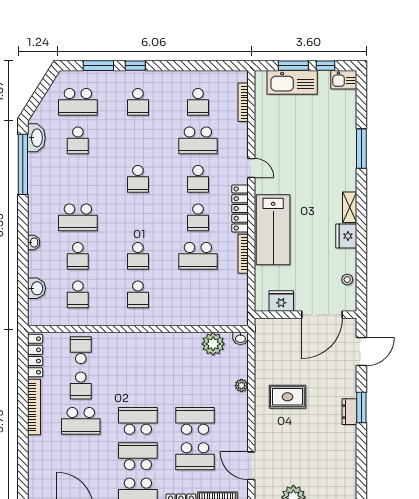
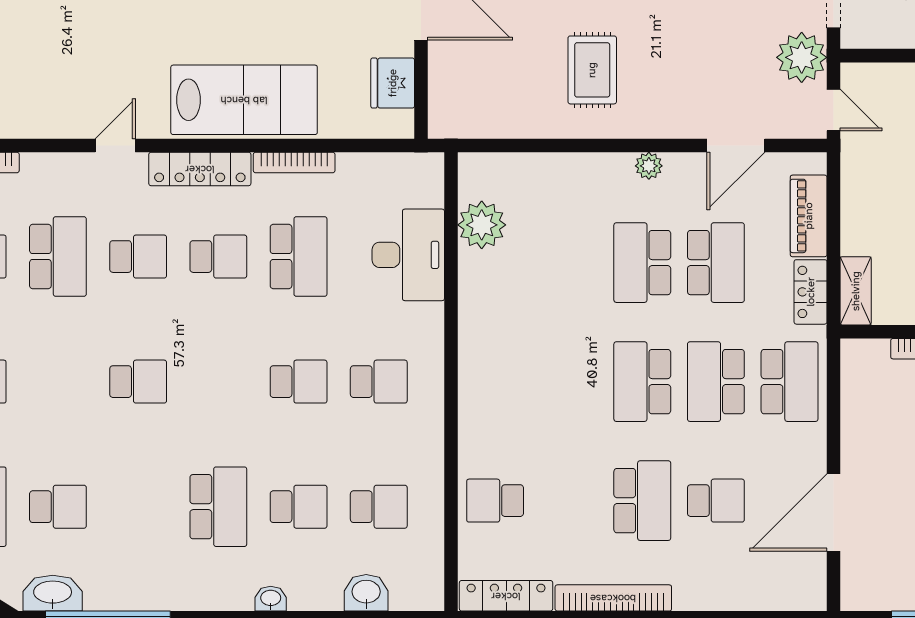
desk: (199, 309) -> (408, 255), added
washbasin: (240, 338) -> (470, 168), removed
school desk: (81, 386) -> (716, 501), moved
plant: (241, 386) -> (649, 166), moved

